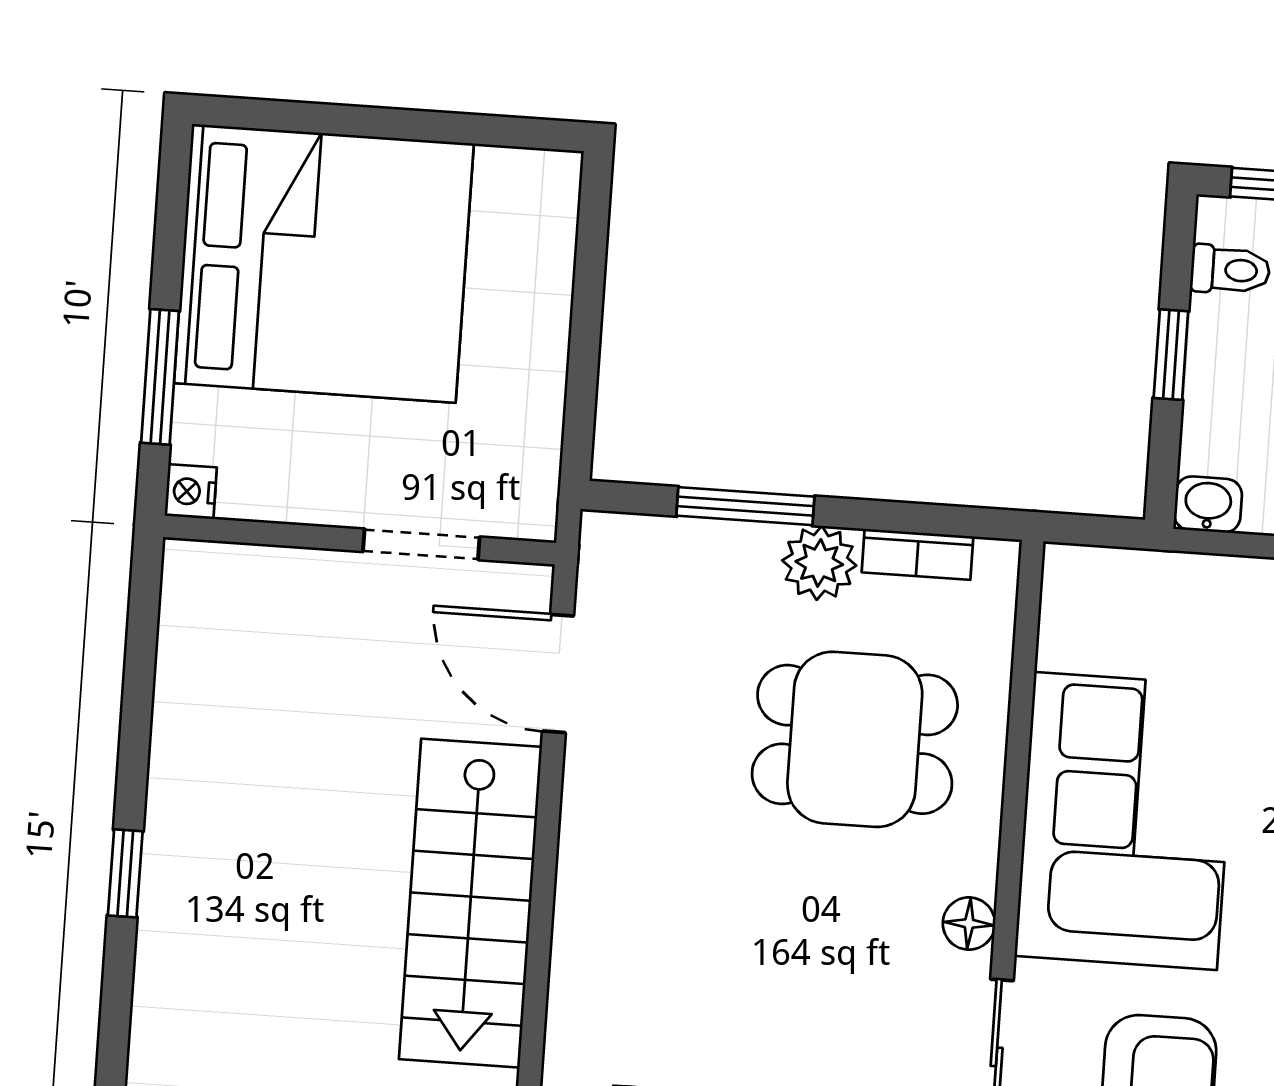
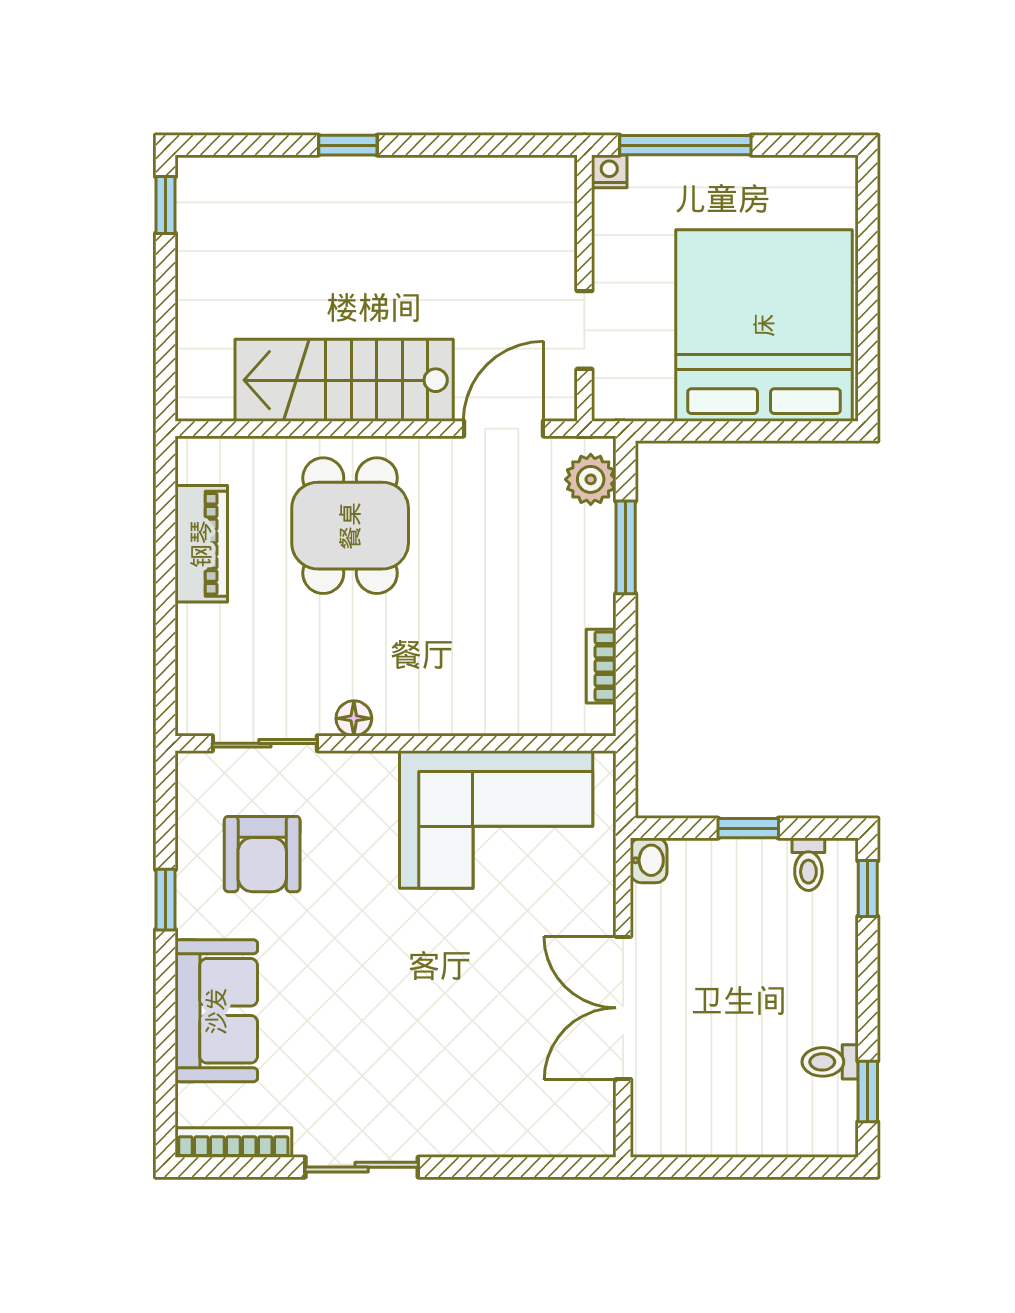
bed: (324, 263) -> (764, 325), moved, turned 180
window: (160, 377) -> (685, 145), width x1.44
plant: (819, 563) -> (591, 479), moved
dining table: (855, 739) -> (350, 526), moved
corner sofa: (1126, 821) -> (496, 819), moved

